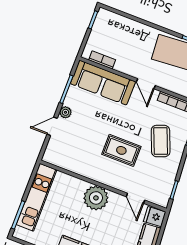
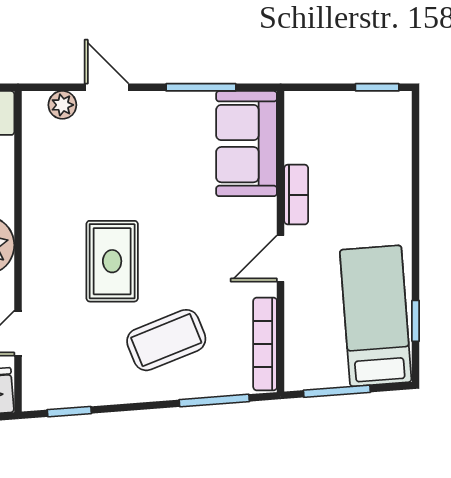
bookcase: (102, 60) -> (296, 195), moved
sofa: (103, 83) -> (247, 144), width x0.73
plant: (65, 112) -> (62, 105), moved

